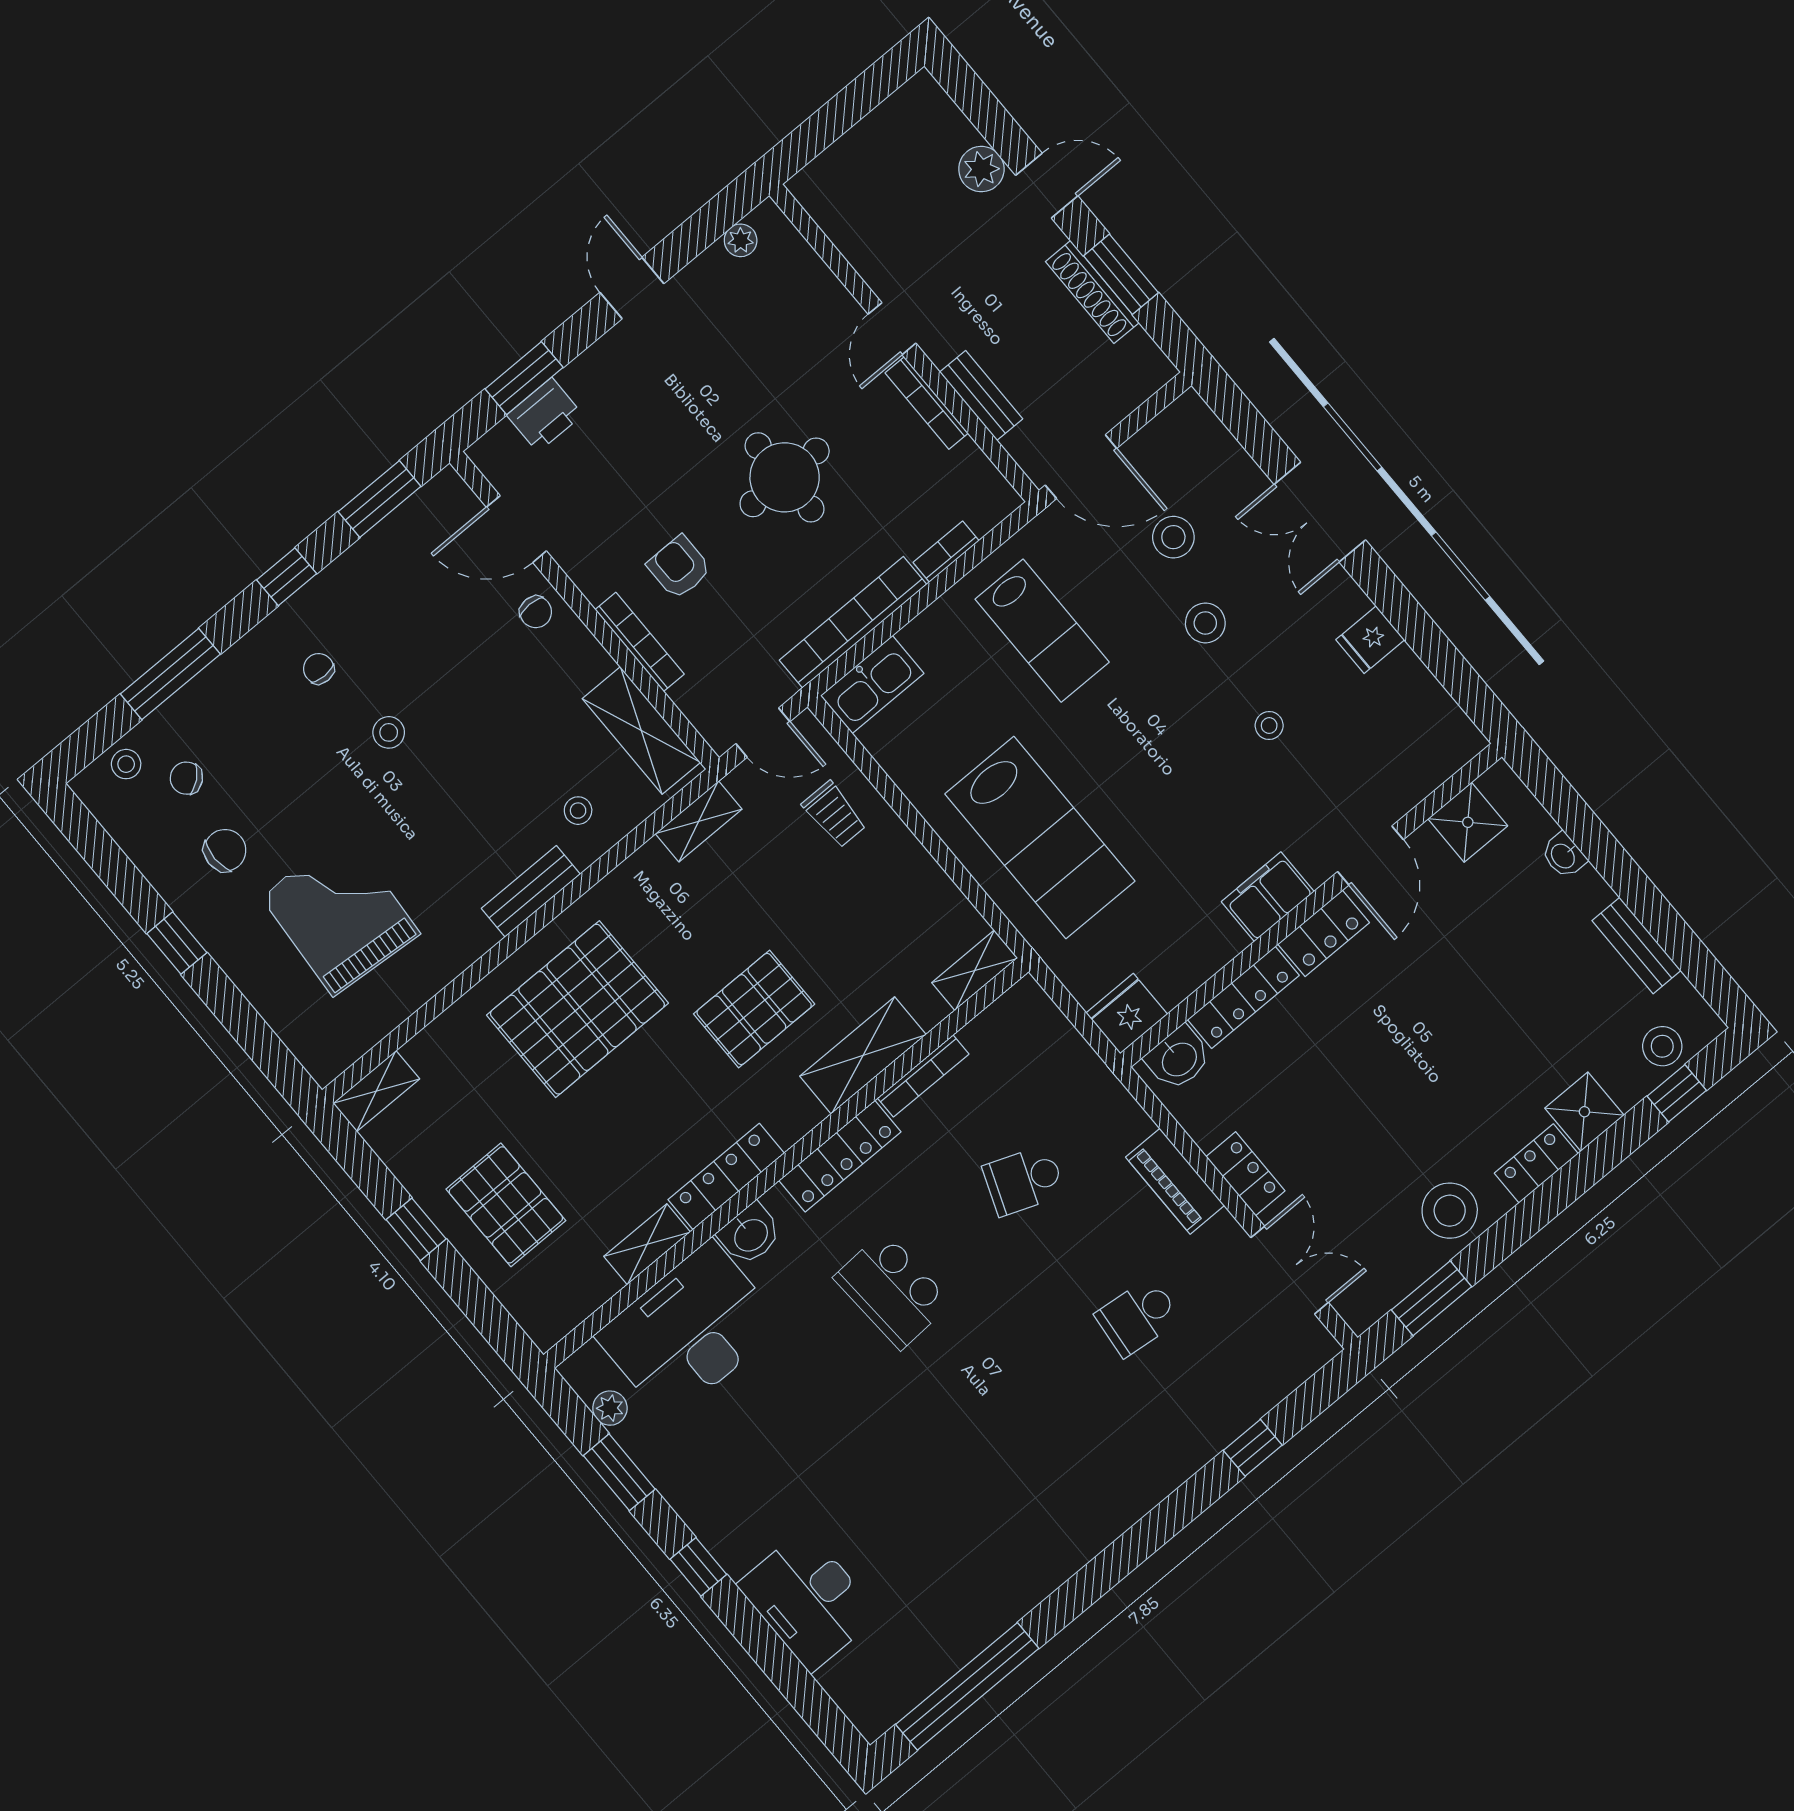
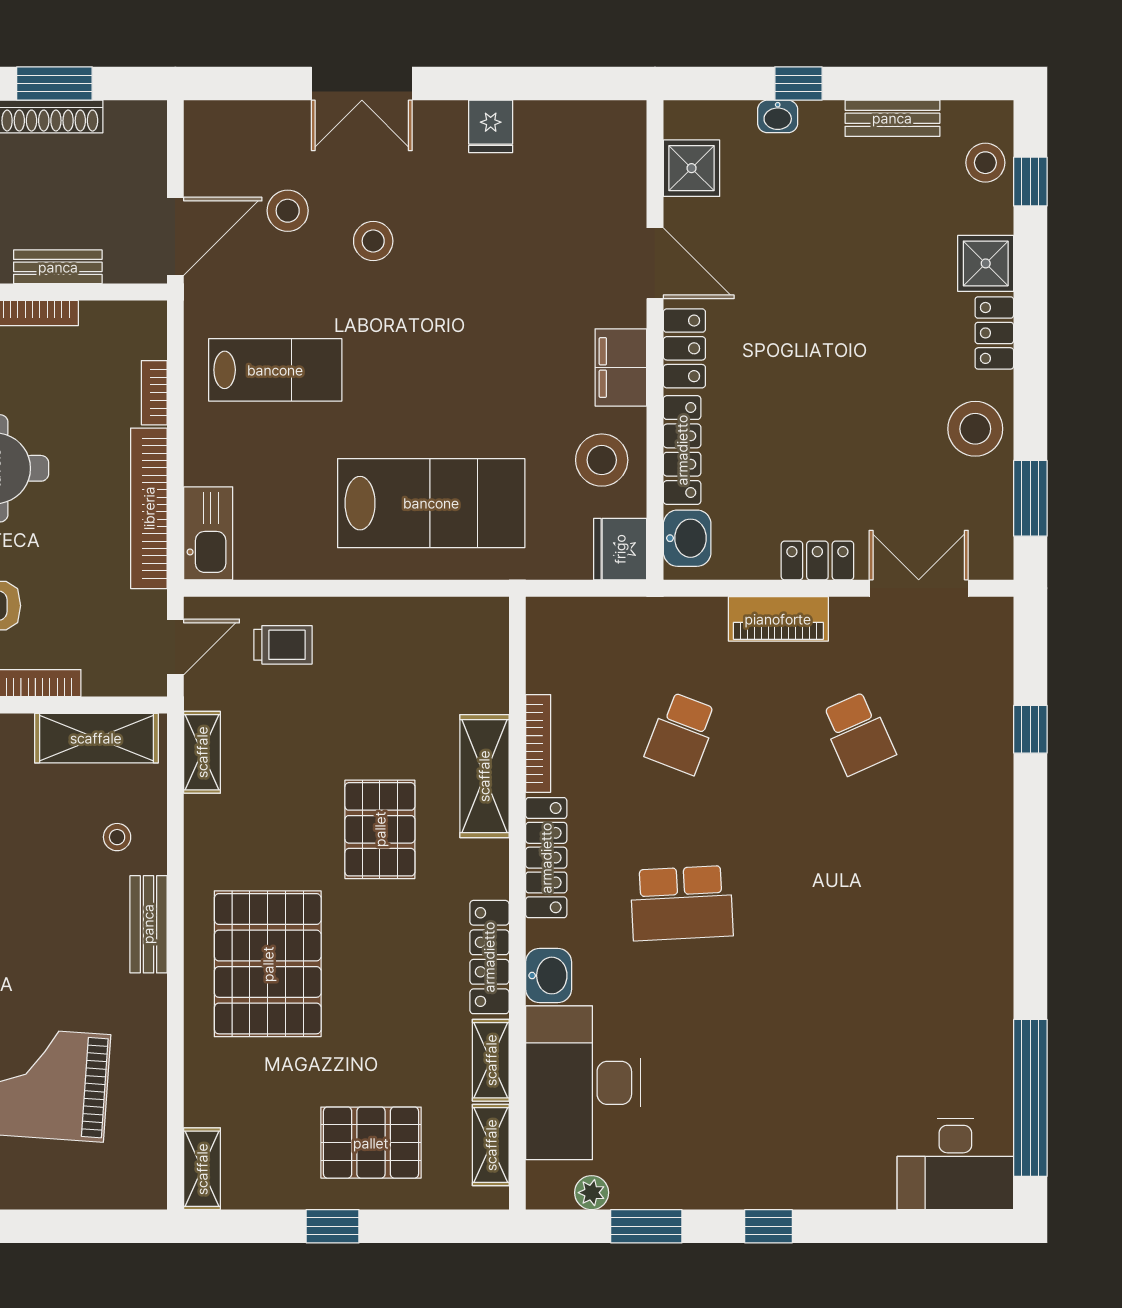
stool: (1269, 726) -> (602, 460), moved, width x1.89, depth x1.89
window: (1602, 850) -> (798, 84), added
shelving: (975, 970) -> (491, 1145), moved
school desk: (1138, 1317) -> (858, 733), turned -30
desk: (808, 1600) -> (955, 1164), moved

